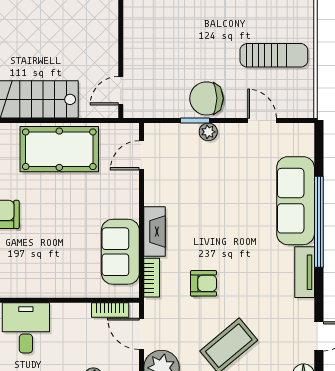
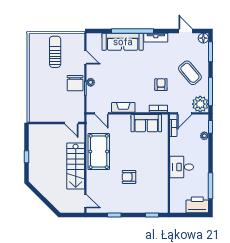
door: (262, 121) -> (85, 57), swing flipped
fireplace: (154, 232) -> (123, 107), moved

